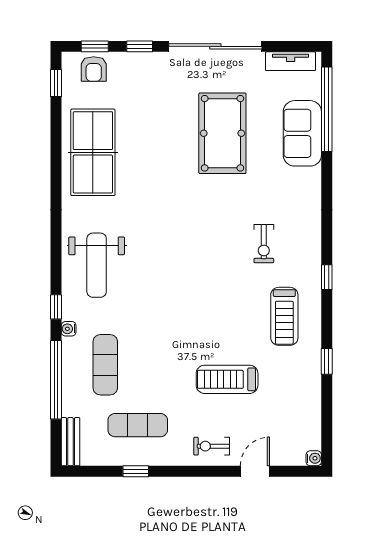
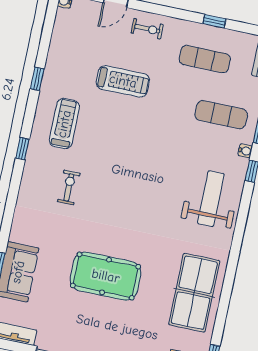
pool table: (222, 133) -> (106, 276), moved, turned 90
exercise mat: (105, 365) -> (221, 115), turned 90

